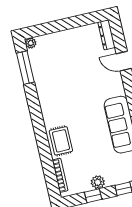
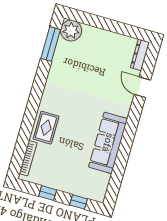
plant: (31, 43) -> (71, 31), width x1.88, depth x1.88
plant: (98, 182) -> (59, 183), removed

